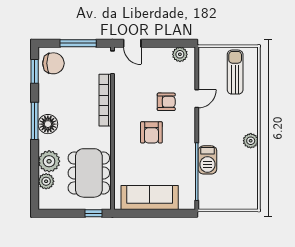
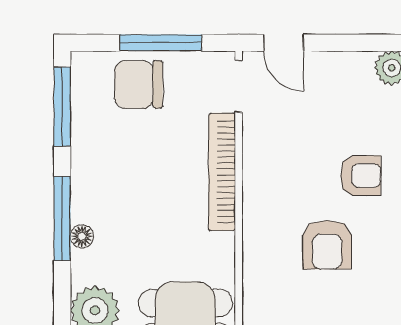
chair: (53, 63) -> (139, 84), moved, turned 180
window: (35, 71) -> (62, 107), width x1.44
floor lamp: (48, 124) -> (82, 236), width x0.53, depth x0.53

